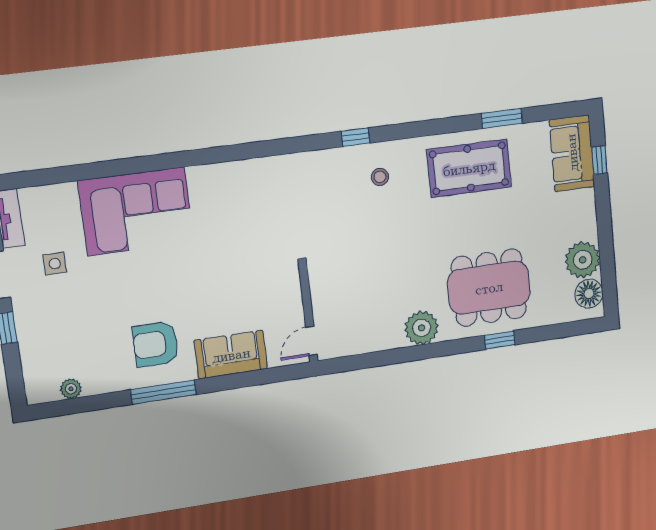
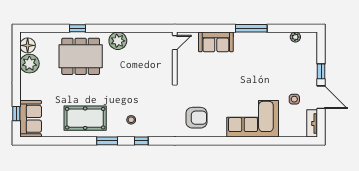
window: (502, 118) -> (107, 141), moved
armchair: (156, 344) -> (196, 118), moved

